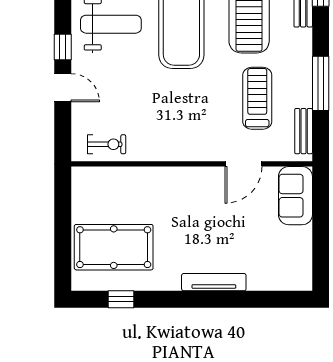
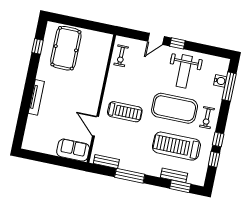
treadmill: (257, 98) -> (125, 112), moved

